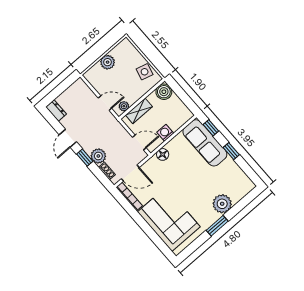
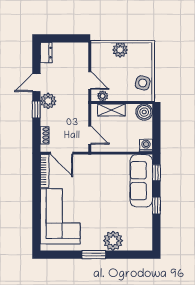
washing machine: (165, 133) -> (146, 145), moved
floor lamp: (163, 154) -> (100, 161), removed
plant: (98, 156) -> (48, 101), moved

